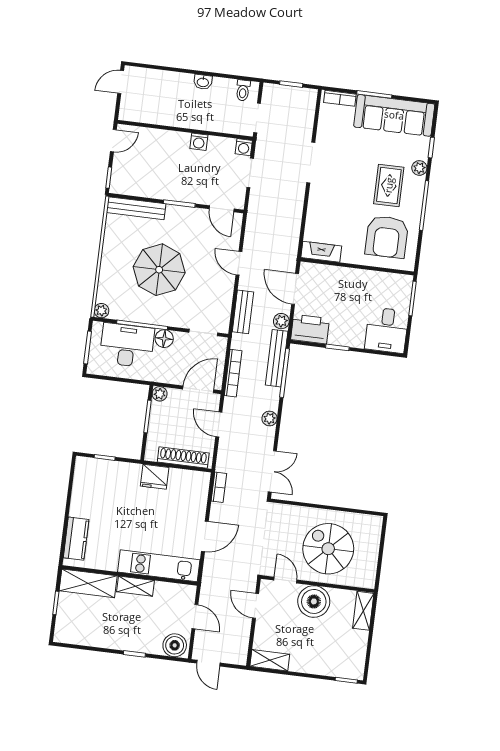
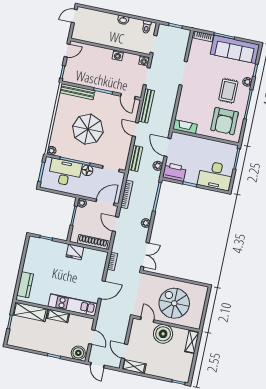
desk: (387, 330) -> (215, 176), width x1.37
bench: (277, 358) -> (146, 106), moved
door: (256, 606) -> (125, 351), moved

